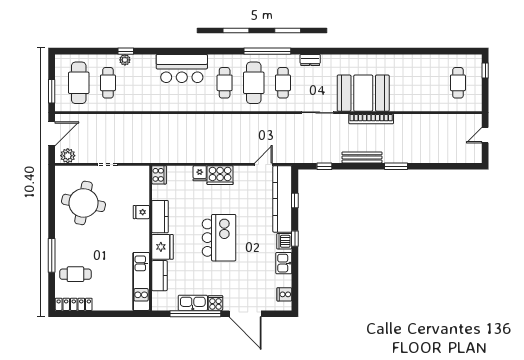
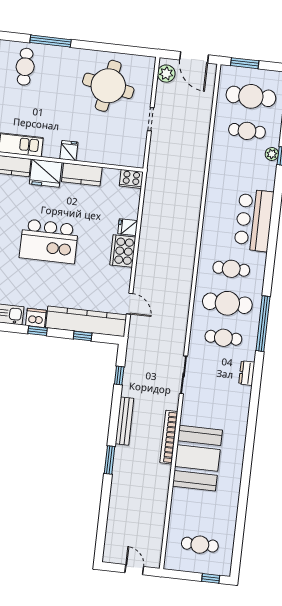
booth: (363, 93) -> (197, 458), moved
fridge: (141, 212) -> (69, 151), moved

